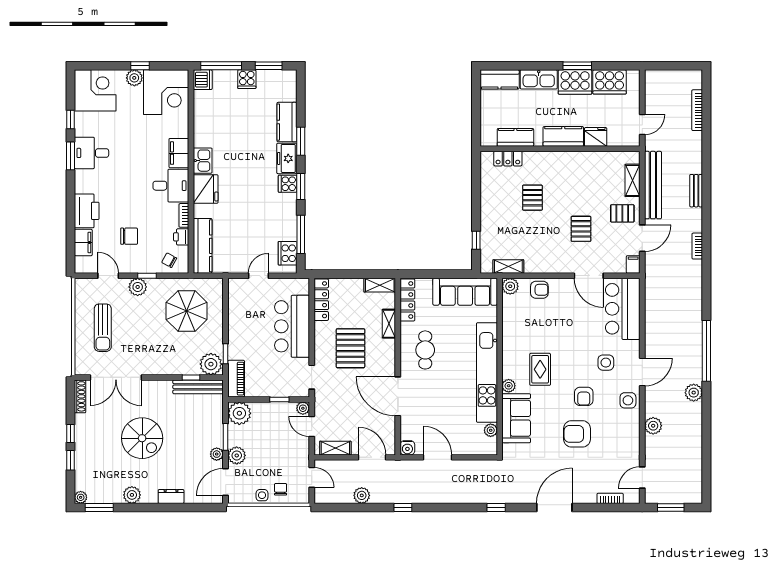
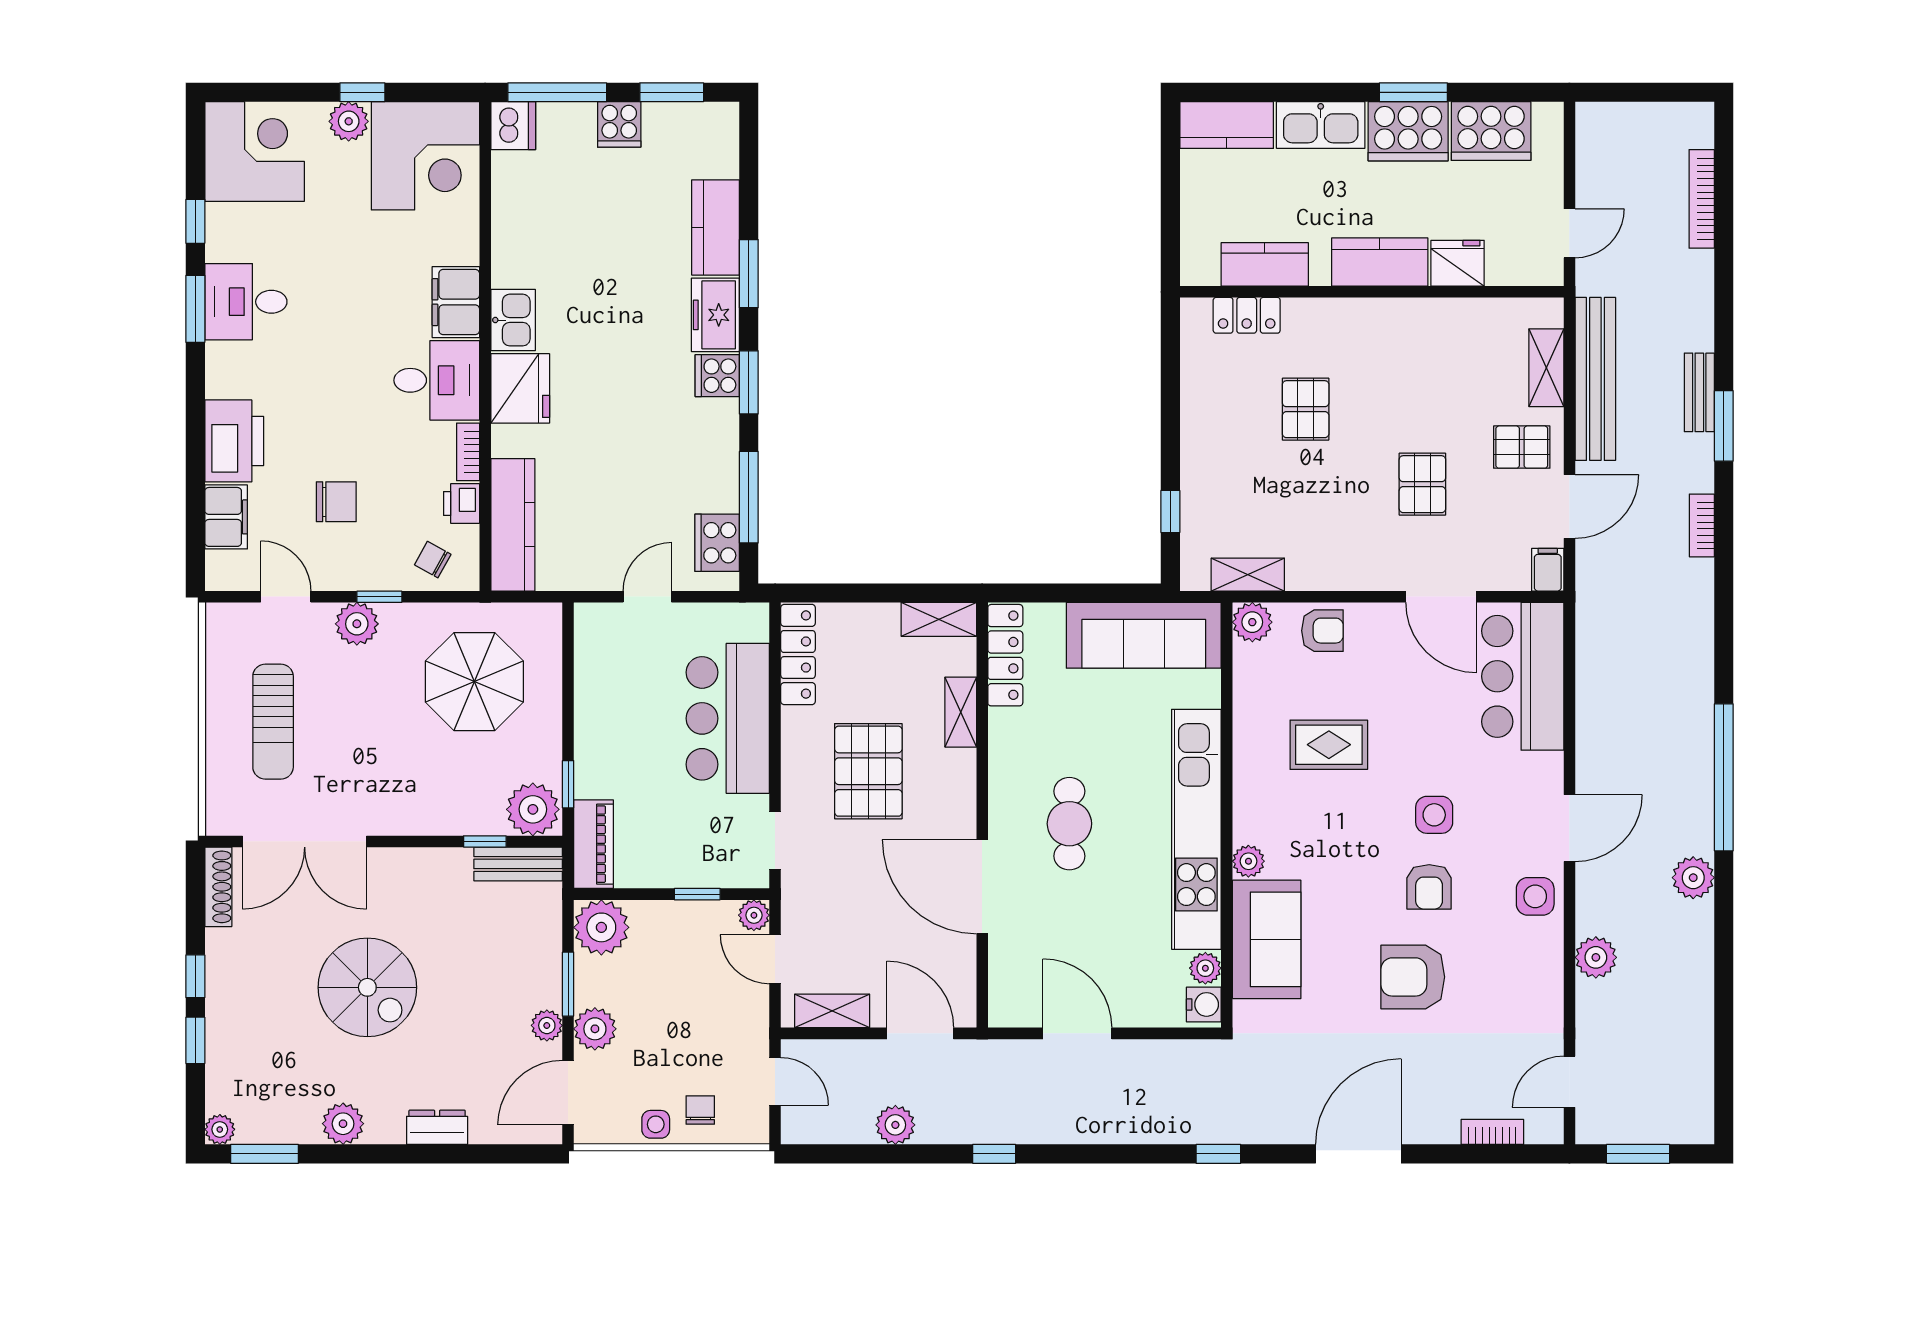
window: (706, 205) -> (1724, 426), added
cafe table: (425, 350) -> (1069, 824), moved
side table: (606, 363) -> (1434, 815), moved
rug: (540, 369) -> (1329, 745), moved, turned 90
bench: (198, 387) -> (518, 864), width x0.73
water cooler: (407, 448) -> (1204, 1004), moved, turned -90

